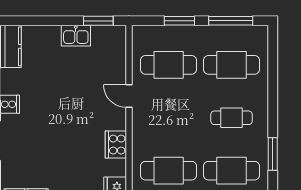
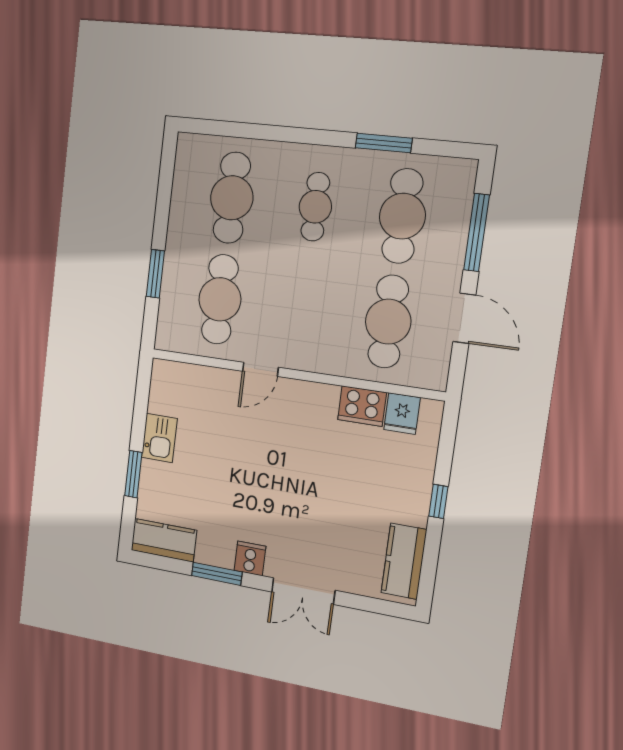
window: (98, 21) -> (133, 474), moved
window: (231, 21) -> (164, 192), removed
cooker: (116, 145) -> (362, 406), moved

